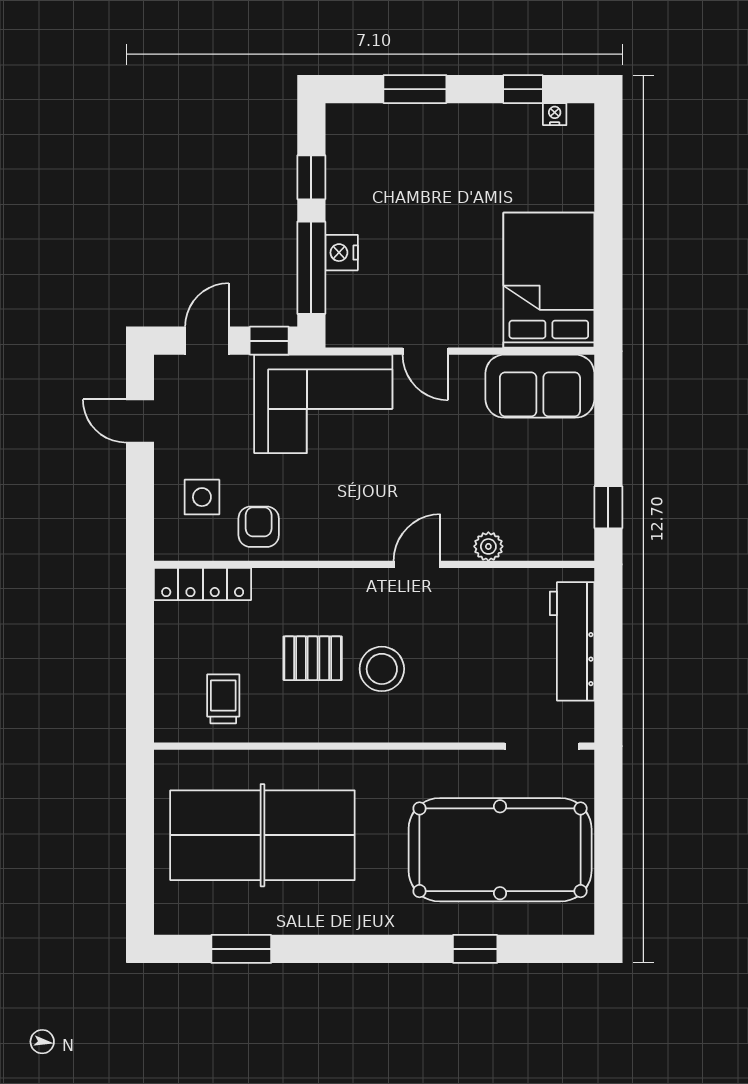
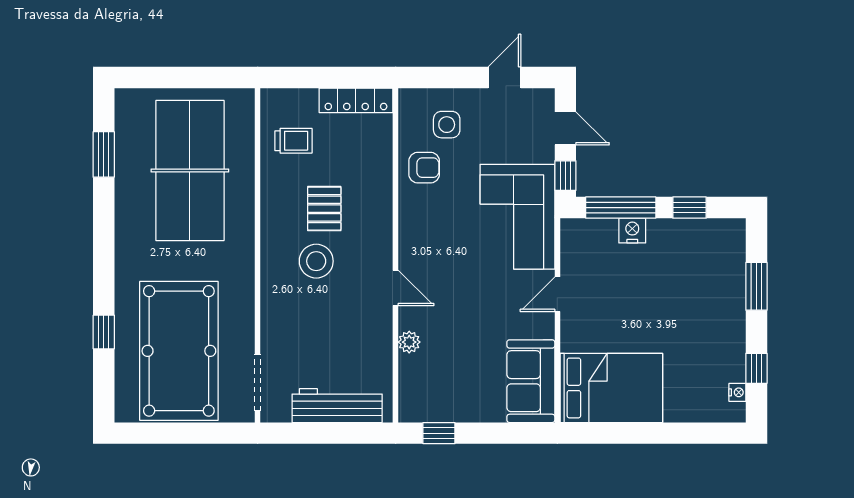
locker: (203, 584) -> (356, 100), moved, turned -90

